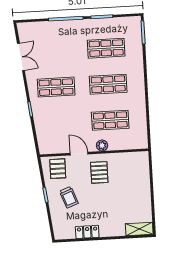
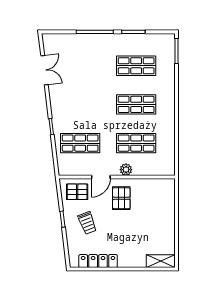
shop shelf: (56, 87) -> (80, 143), moved
door: (79, 154) -> (101, 177), swing flipped
pallet: (58, 169) -> (77, 192), turned 90
locker: (87, 232) -> (98, 261), width x1.53

